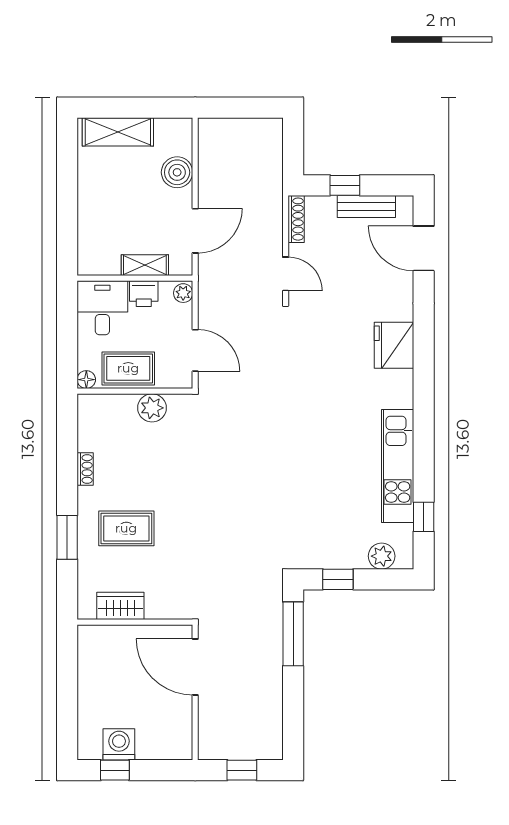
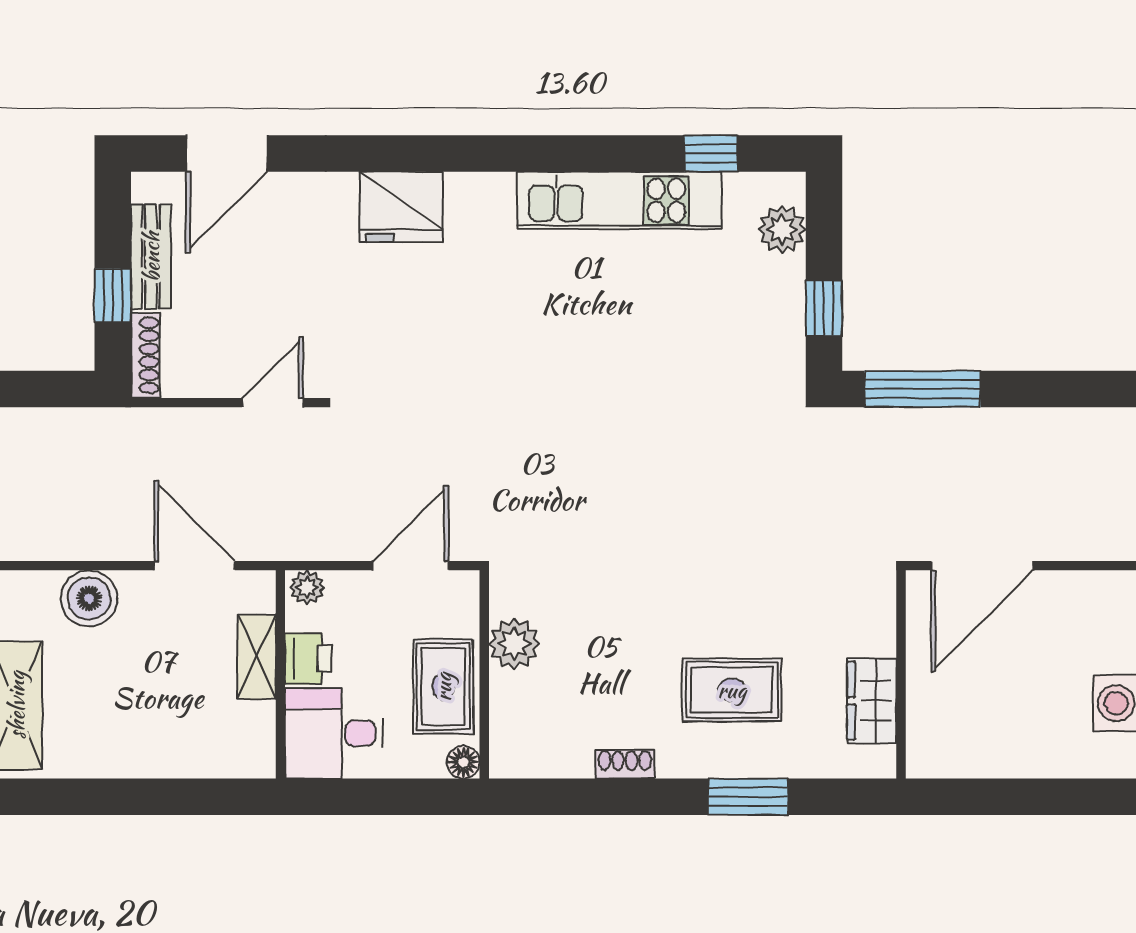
shoe rack: (296, 219) -> (145, 355), moved, turned 90
rug: (126, 528) -> (732, 690), turned 90

